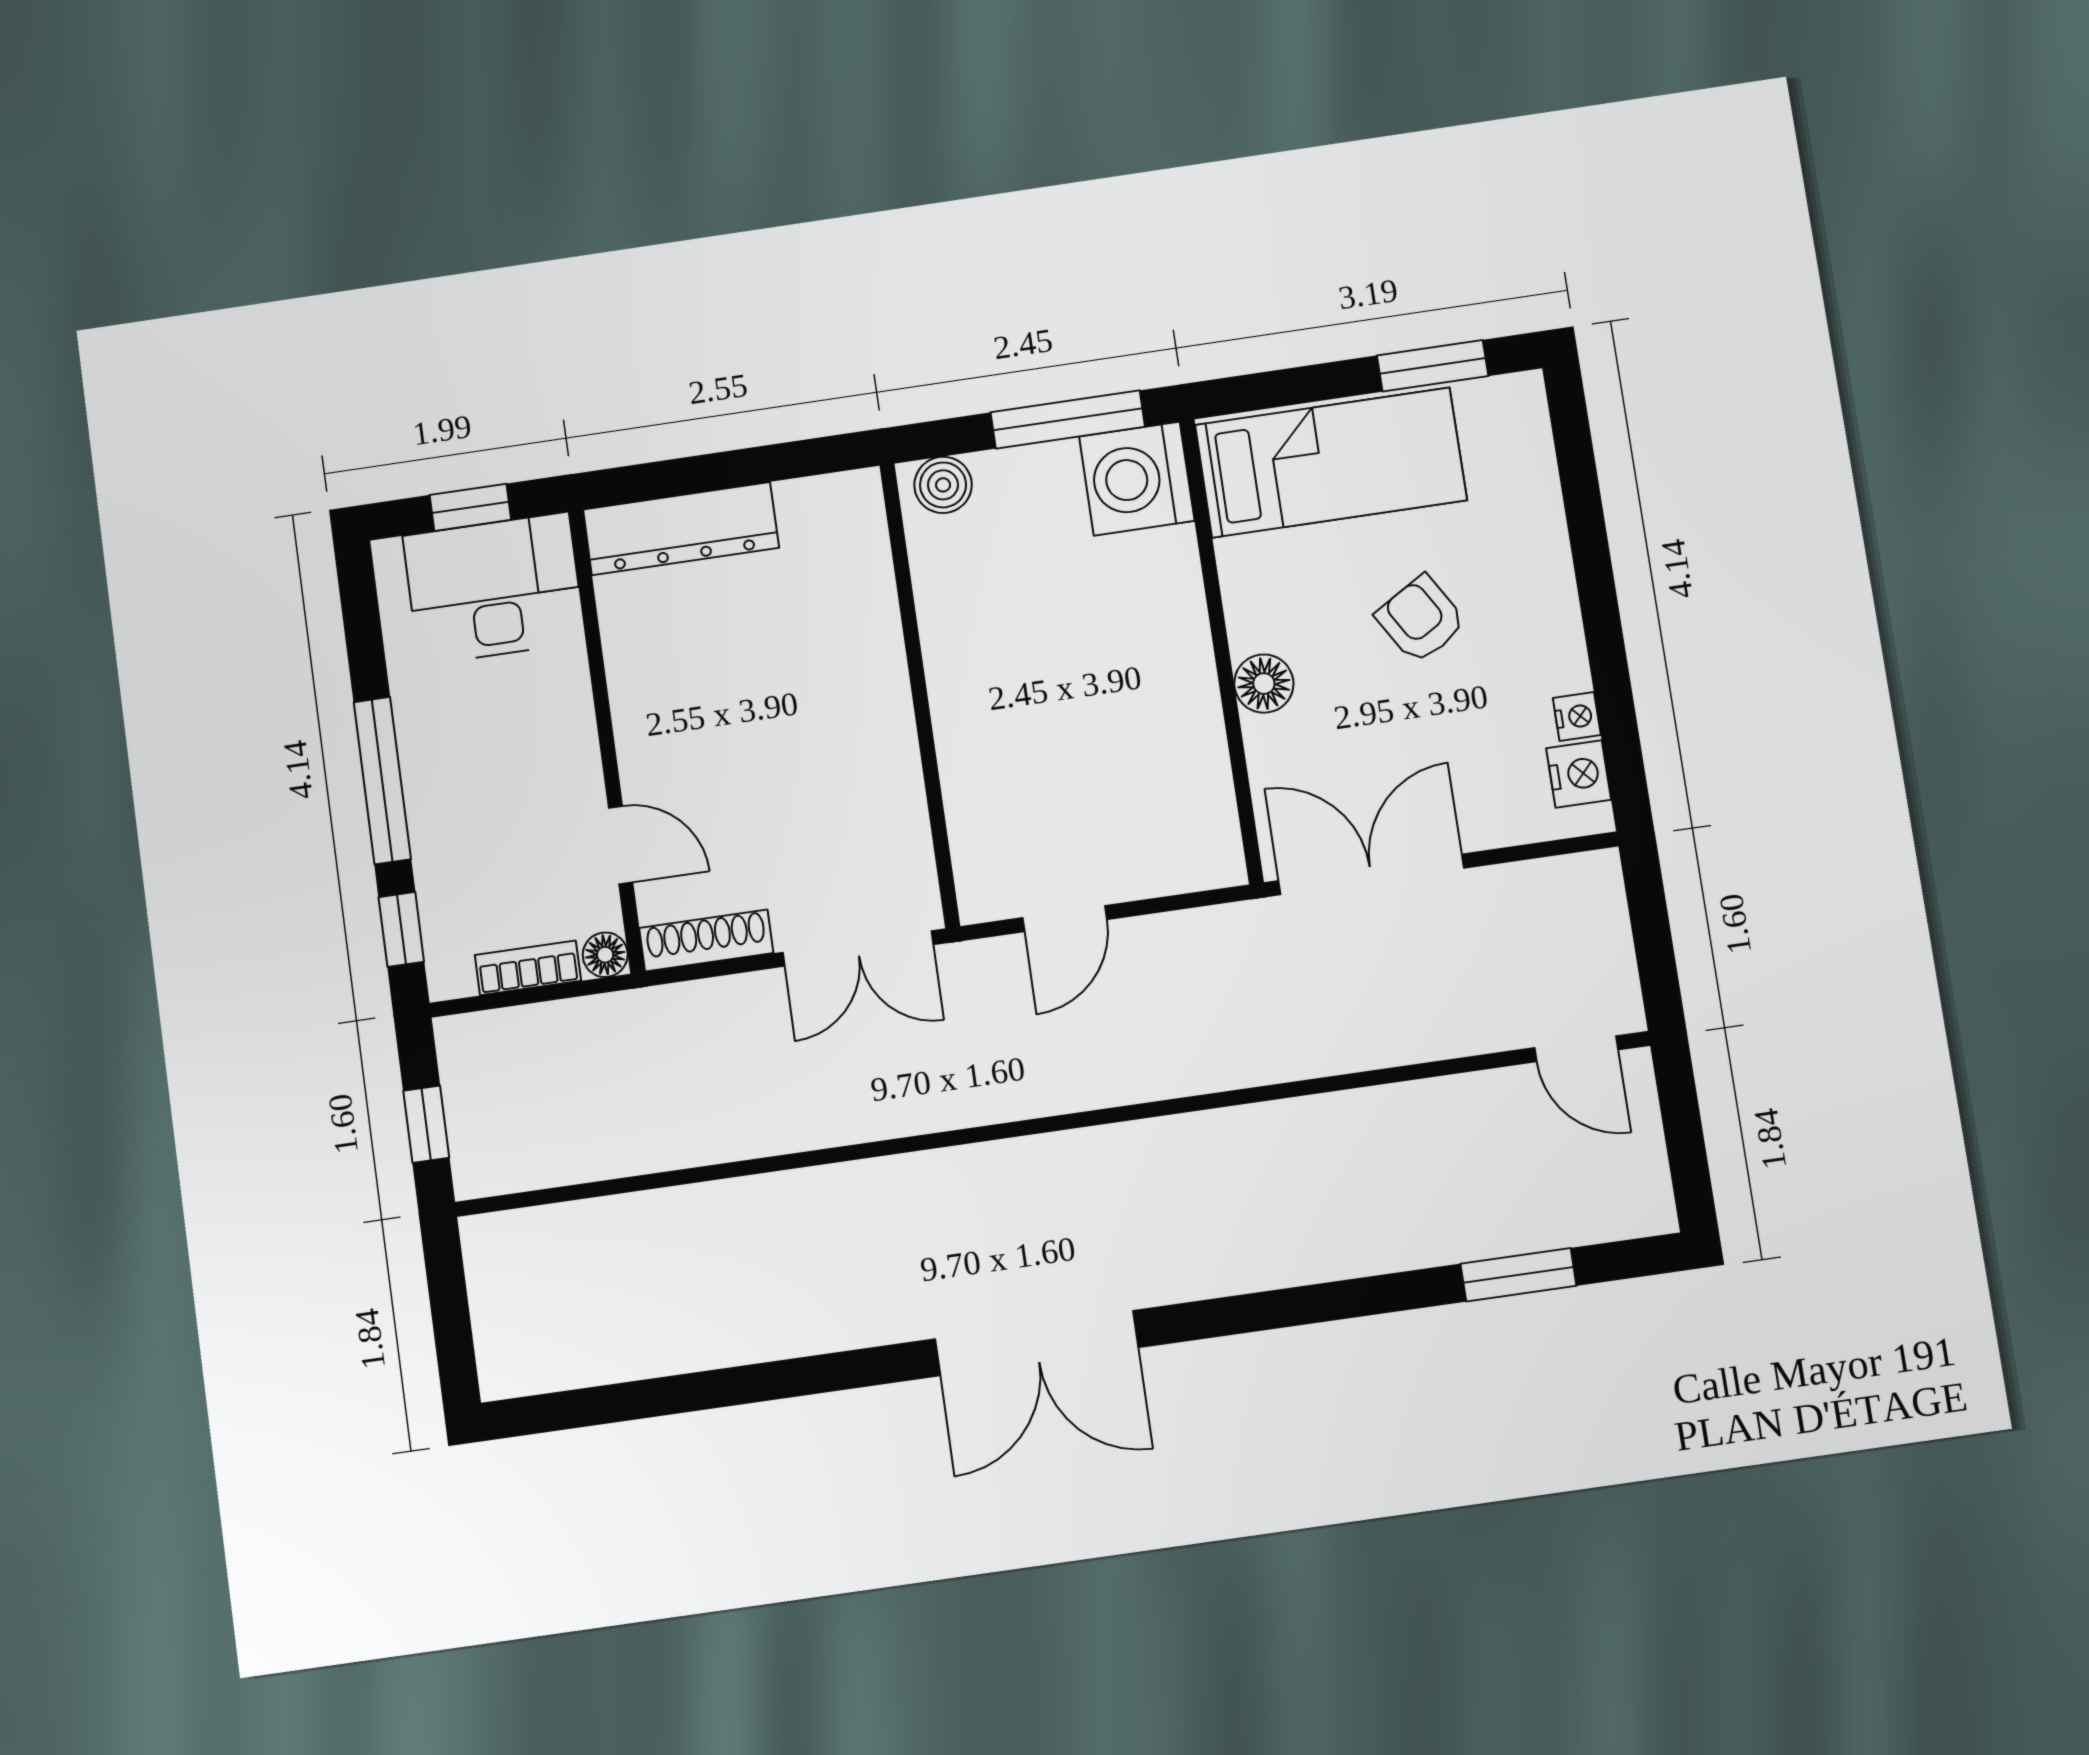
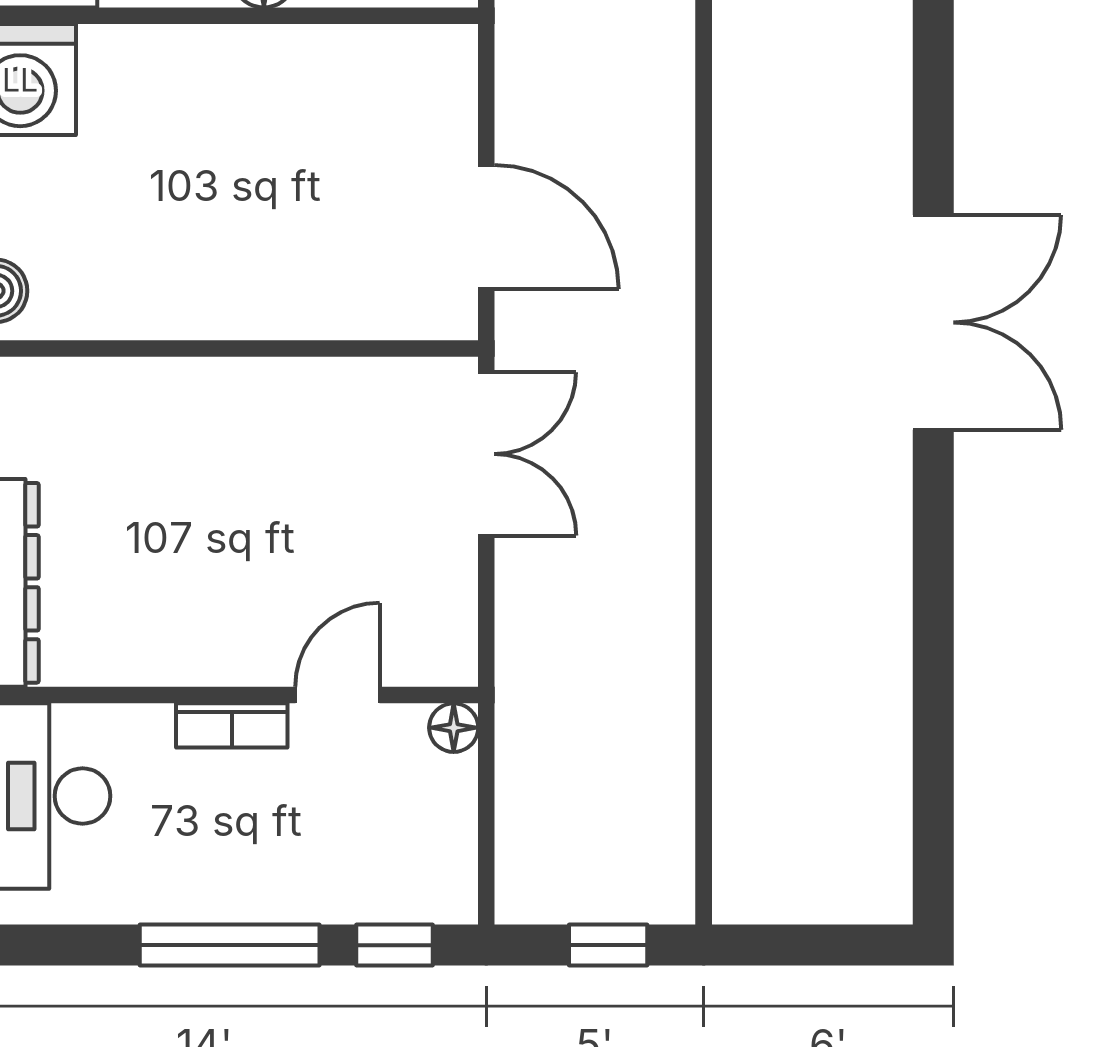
door: (1065, 919) -> (486, 227), width x1.38
shoe rack: (706, 940) -> (454, 616), removed
bookcase: (528, 968) -> (232, 725), moved, turned -90

